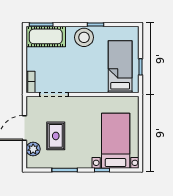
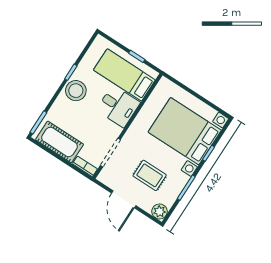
cot: (46, 36) -> (60, 142), moved, turned 90
desk: (93, 78) -> (118, 106), added
bed with nightstands: (116, 141) -> (185, 131), width x1.36
plant: (33, 149) -> (160, 211), moved

